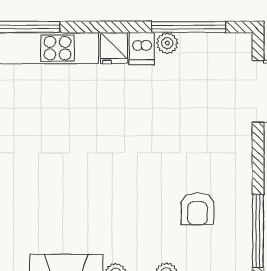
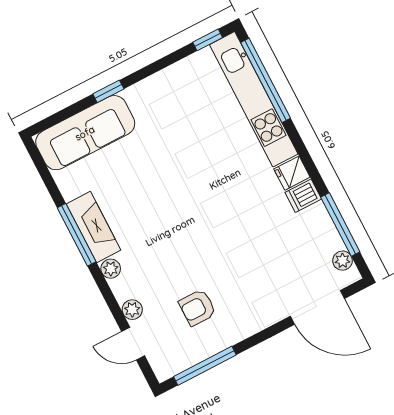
plant: (167, 43) -> (343, 261), moved

